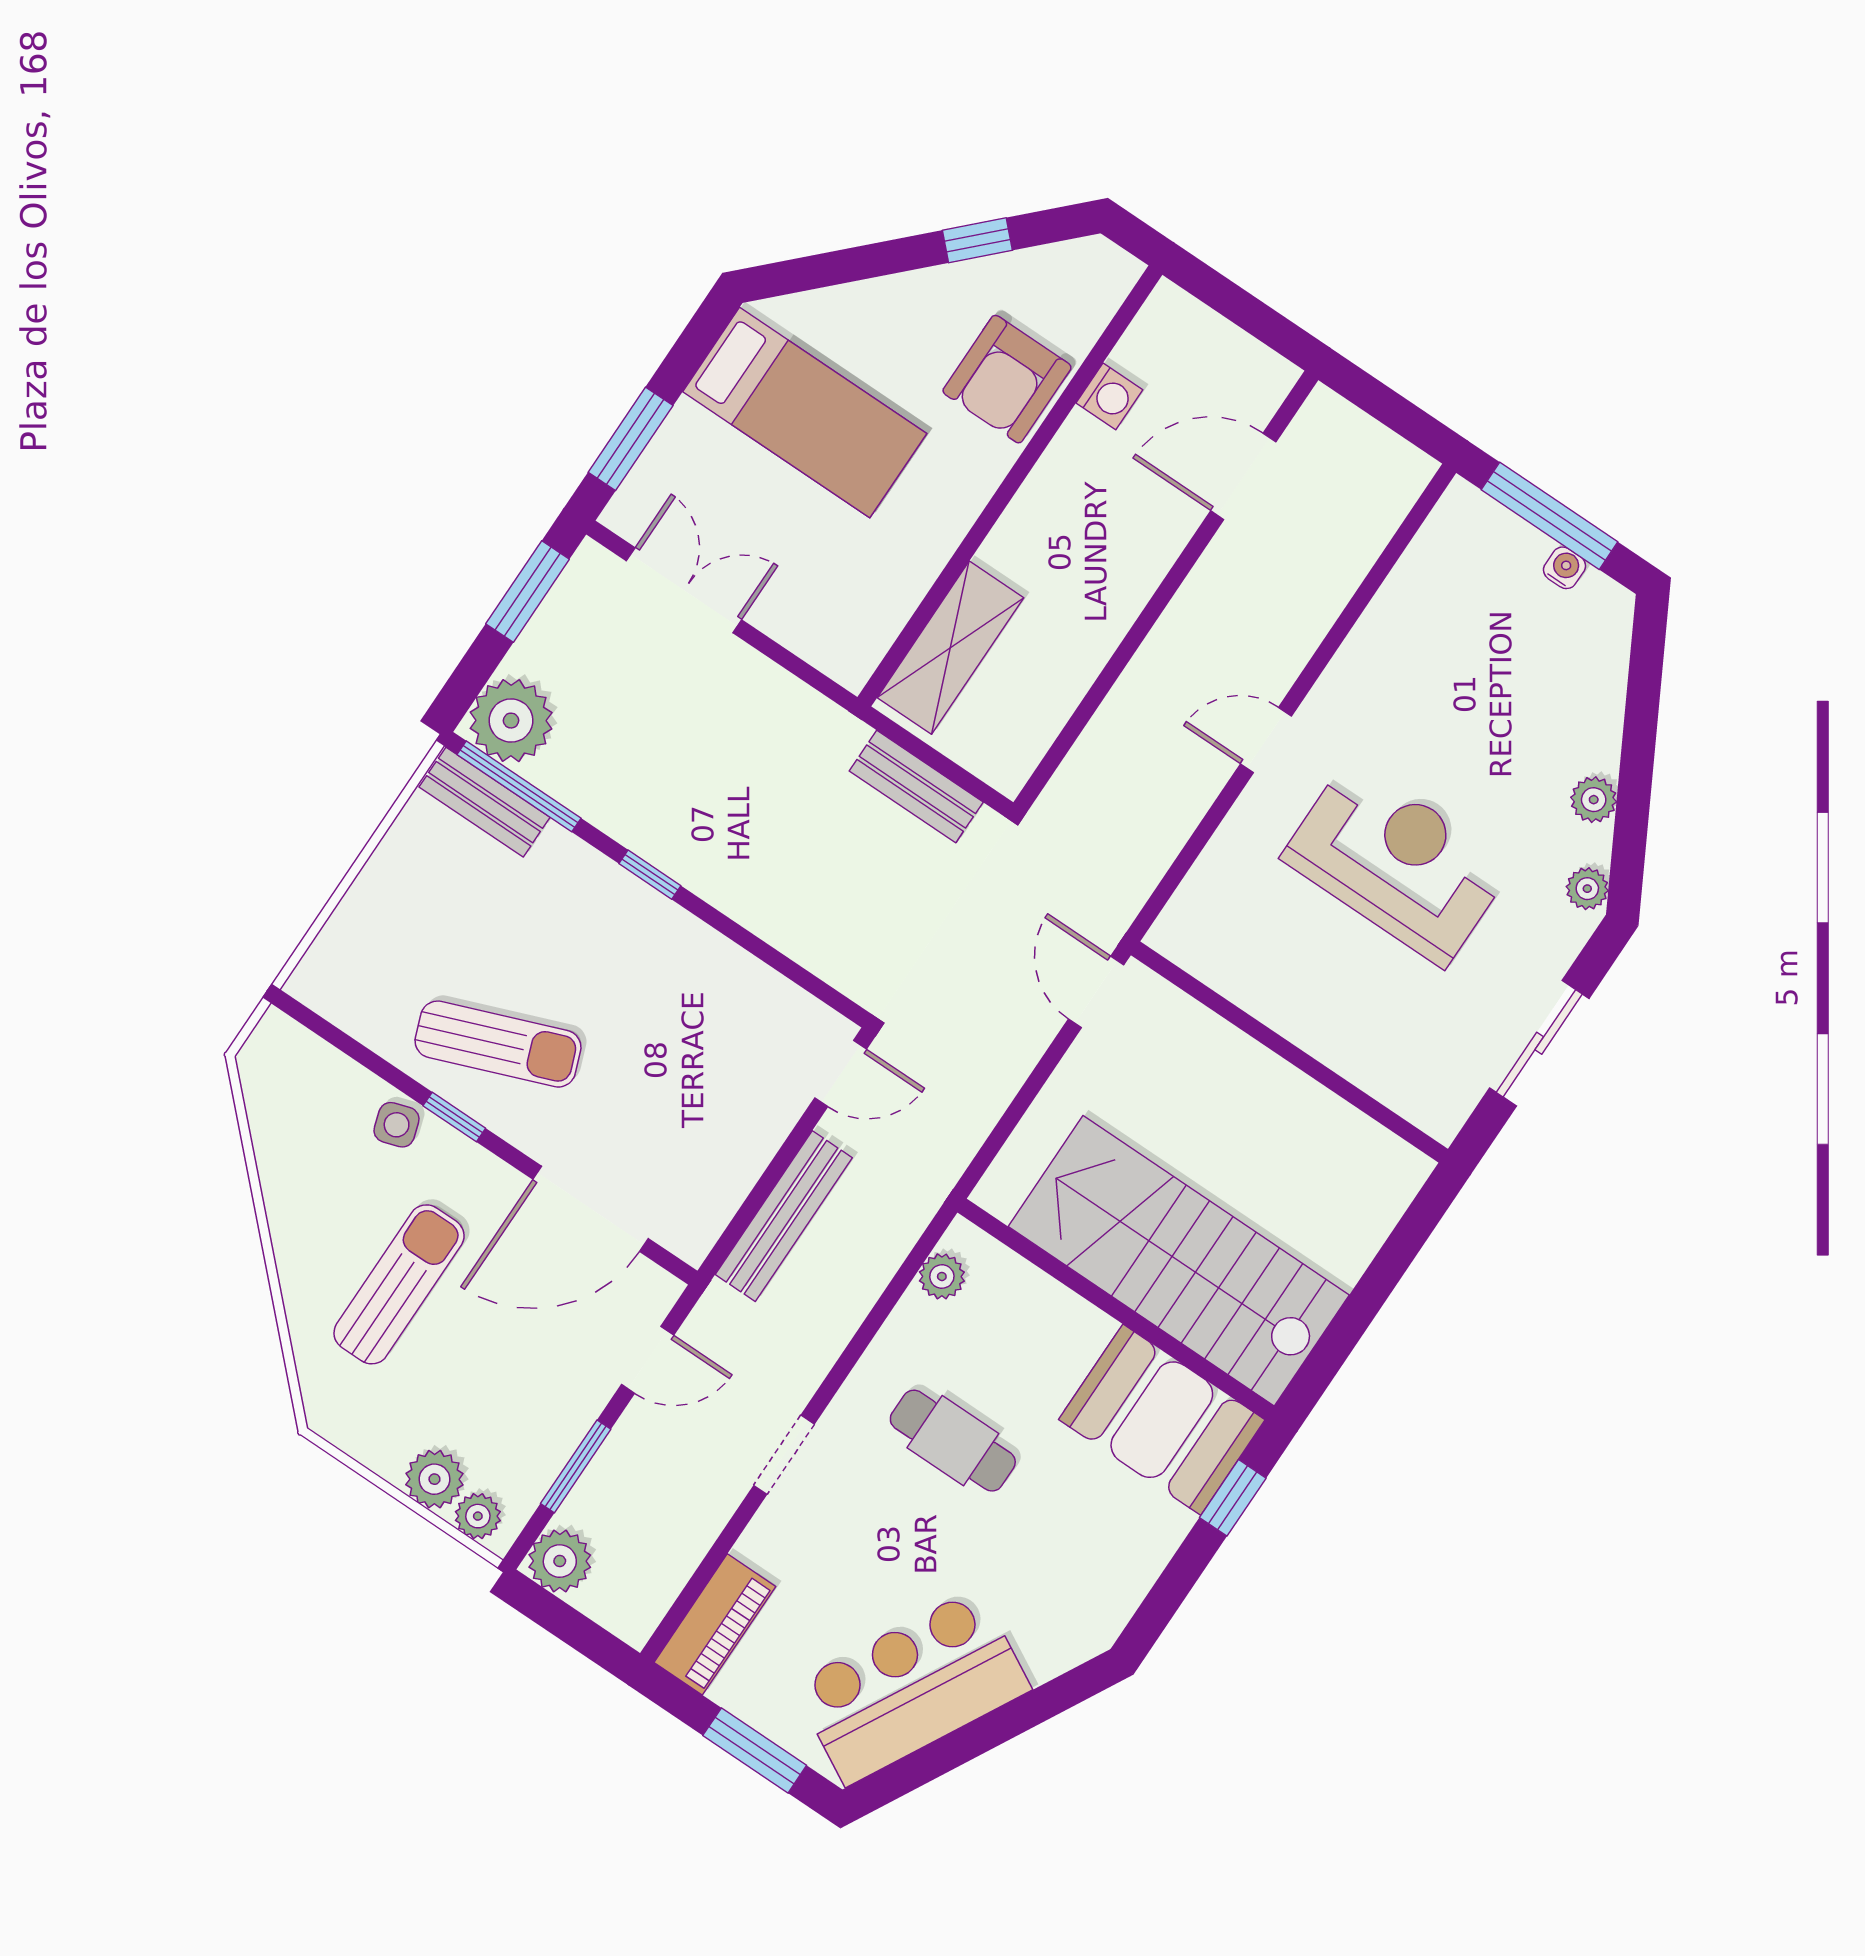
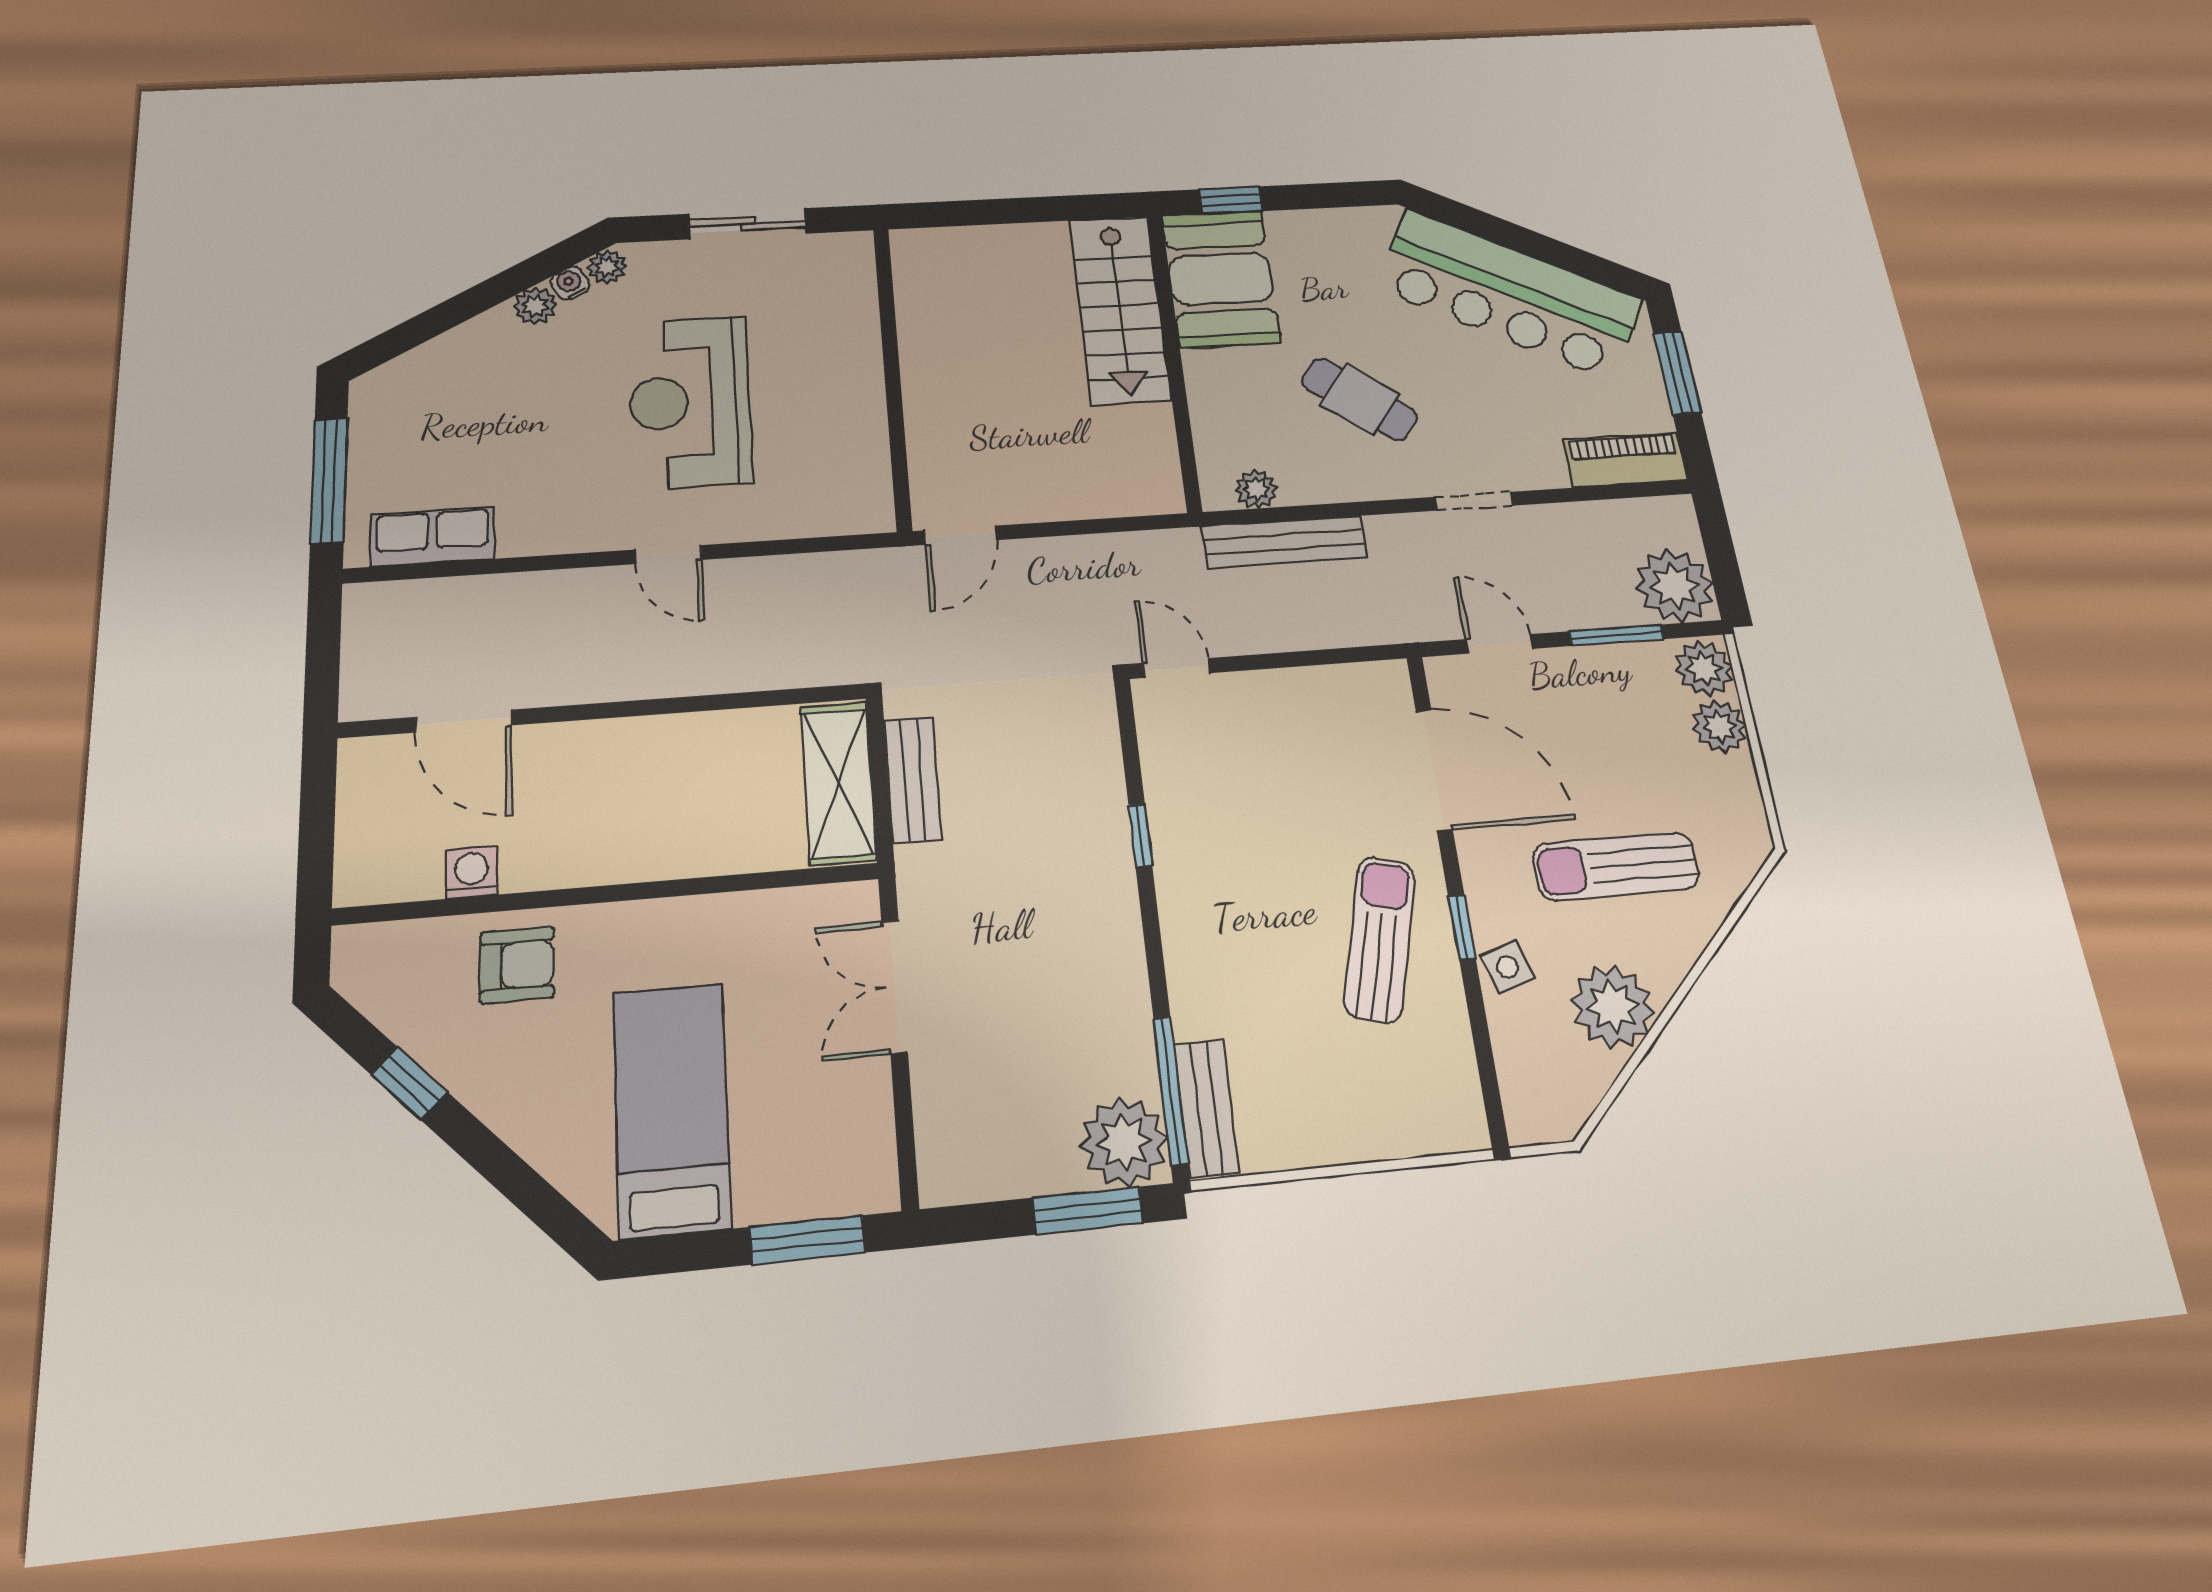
armchair: (1007, 379) -> (517, 965), width x0.72, depth x0.72
row of seats: (1431, 563) -> (432, 537), added
water cooler: (1565, 568) -> (570, 283), moved, turned 61
double door: (684, 590) -> (894, 987), moved
window: (528, 592) -> (1088, 1211), moved
shelving: (950, 648) -> (838, 783), moved, turned 90
window: (650, 875) -> (1140, 836), moved
sun lounger: (498, 1044) -> (1380, 939), turned 36
plant: (301, 1179) -> (1613, 1007), added
bench: (784, 1216) -> (1284, 542), moved
stairs: (1179, 1261) -> (1120, 309), width x0.73, depth x0.66
cafe table: (953, 1441) -> (1359, 399), turned -52
plant: (478, 1516) -> (1704, 668), width x1.38, depth x1.38
plant: (560, 1561) -> (1674, 586), width x1.36, depth x1.36
bar counter: (912, 1687) -> (1509, 294), width x1.36

